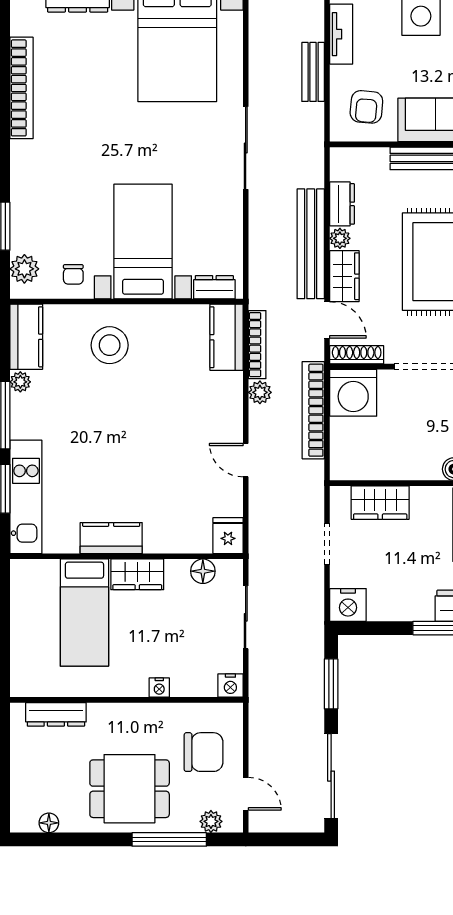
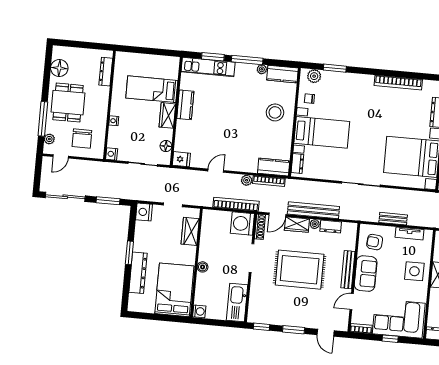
floor lamp: (49, 823) -> (59, 68), width x1.89, depth x1.89

